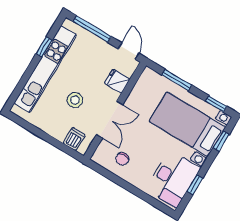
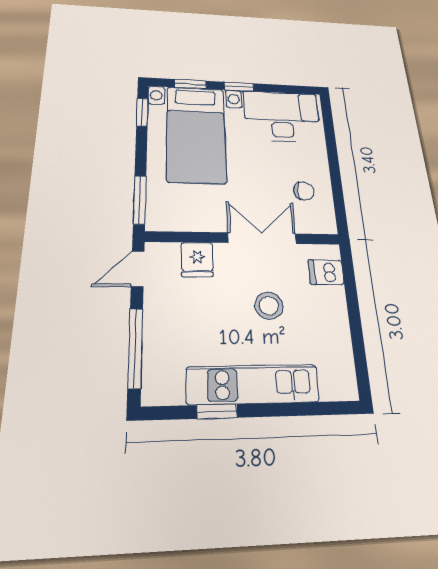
kitchen unit: (45, 69) -> (253, 384), width x0.73
window: (177, 80) -> (140, 200), moved
window: (195, 185) -> (239, 87), moved

